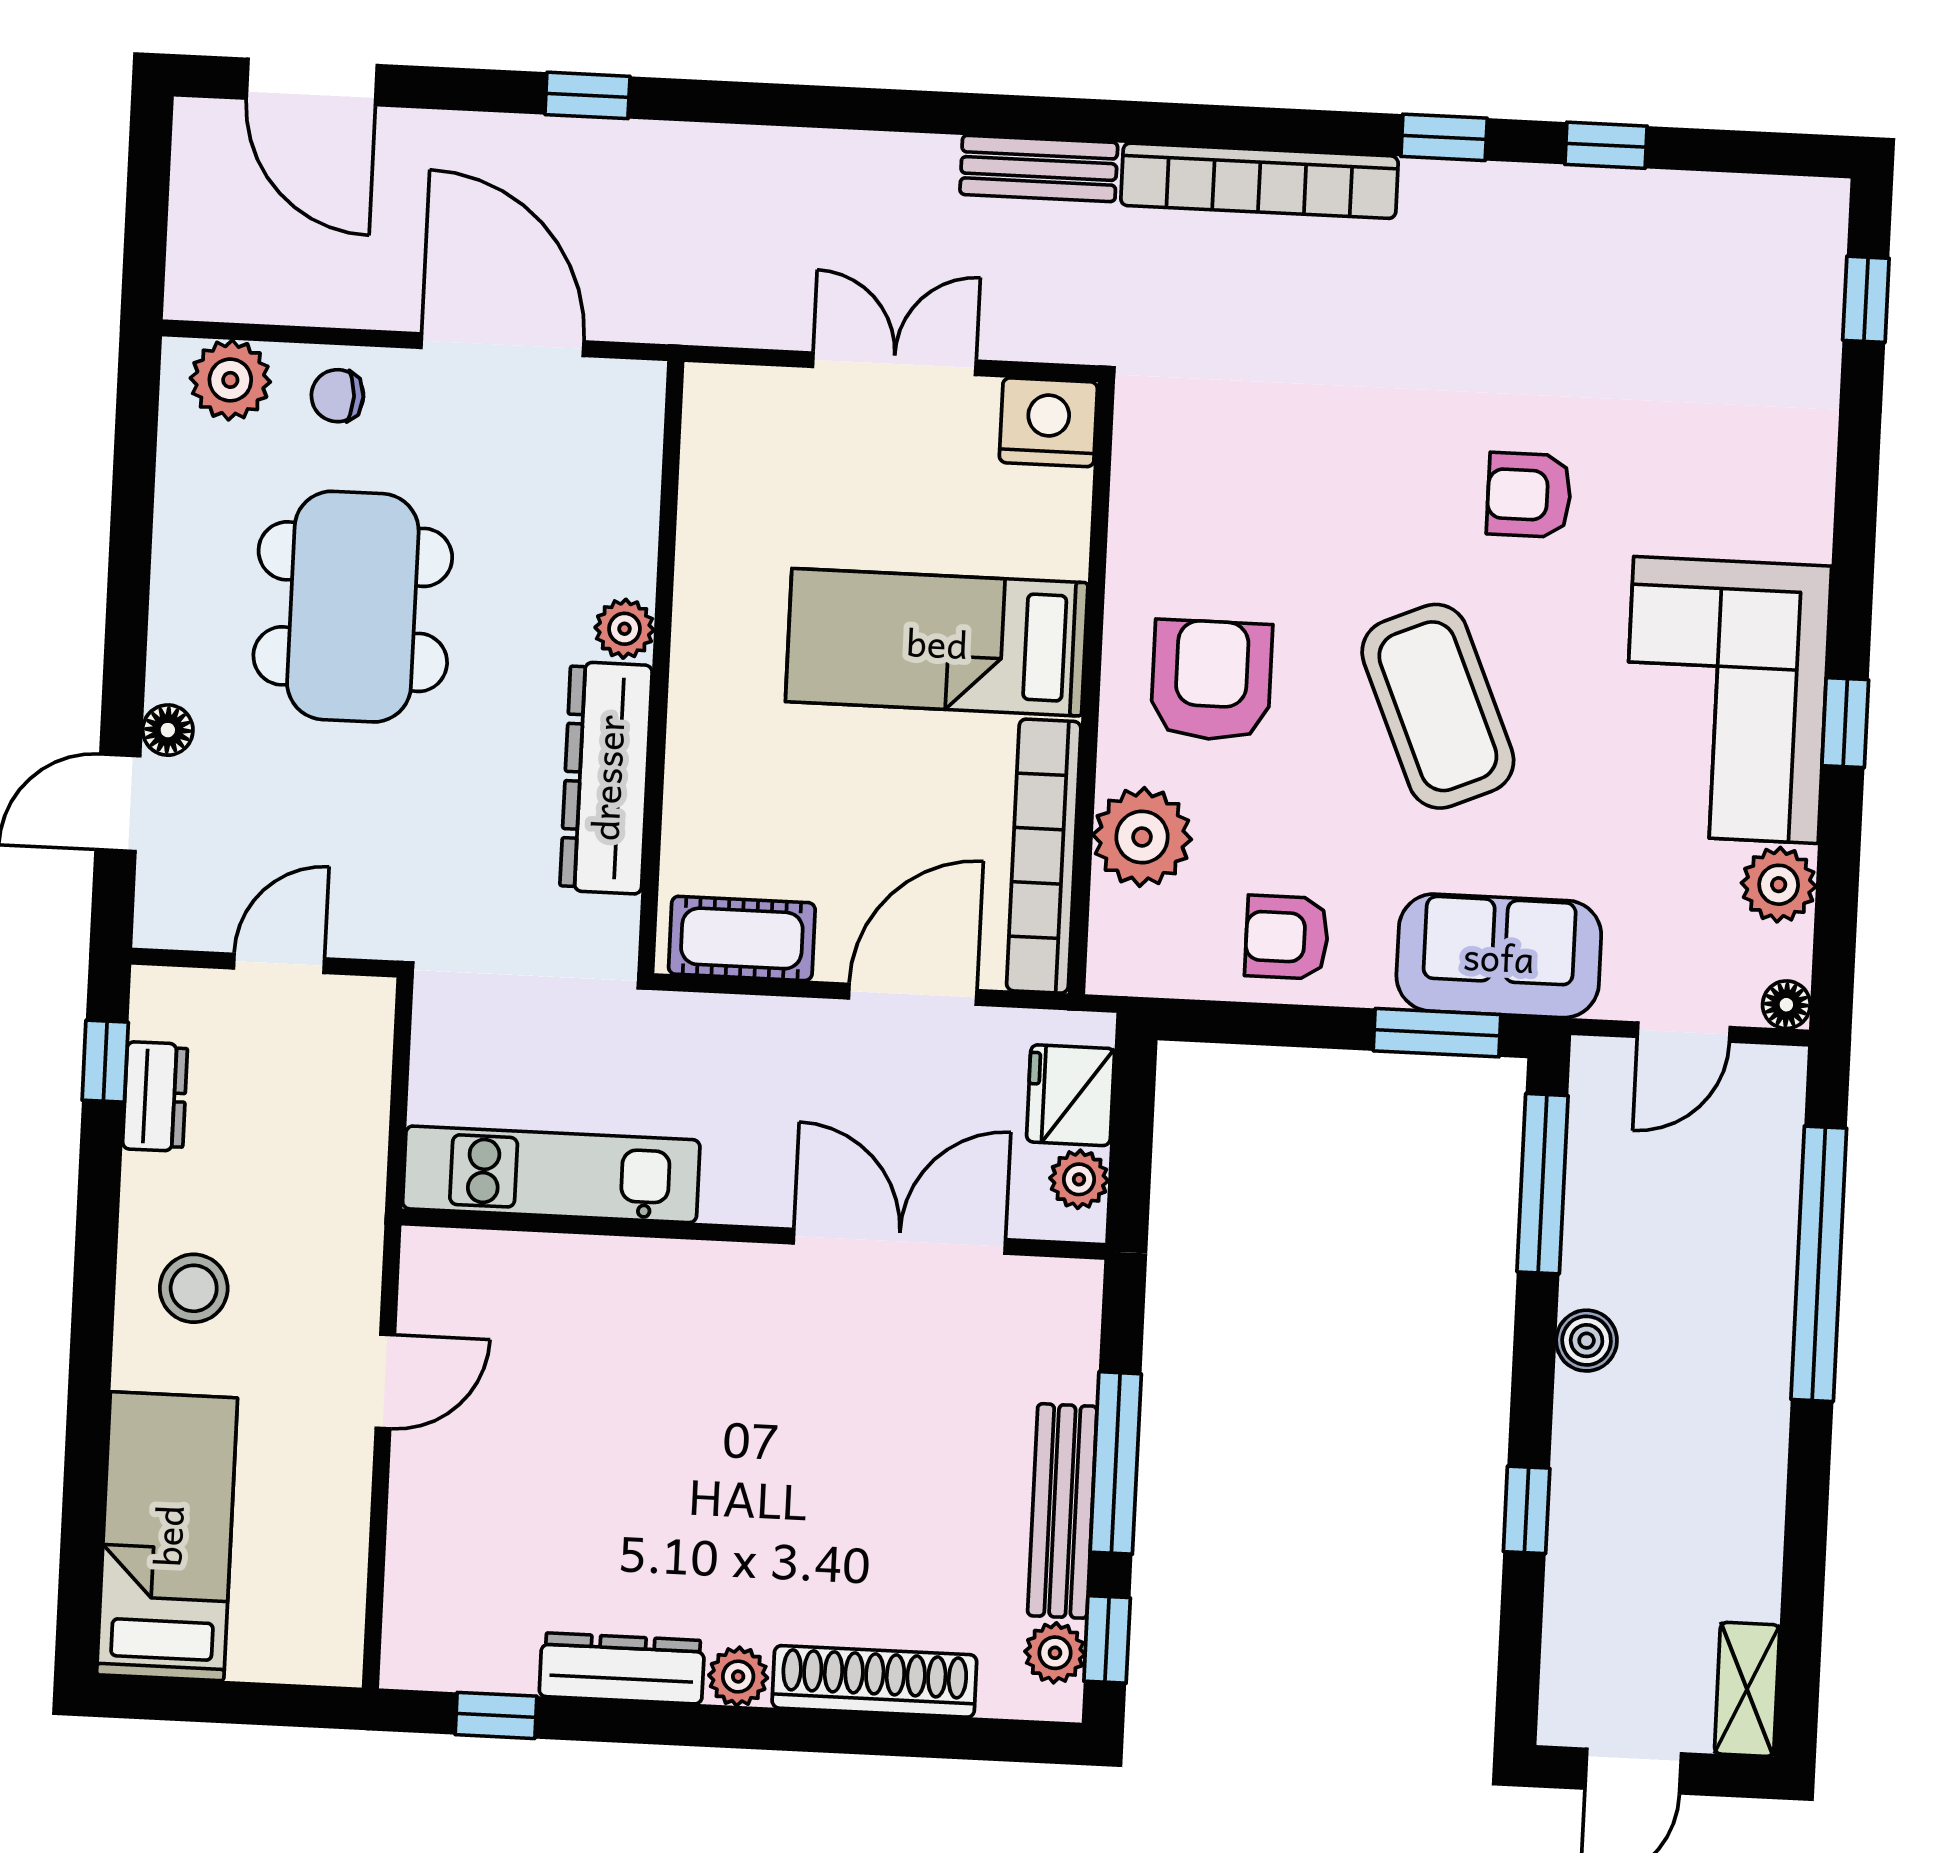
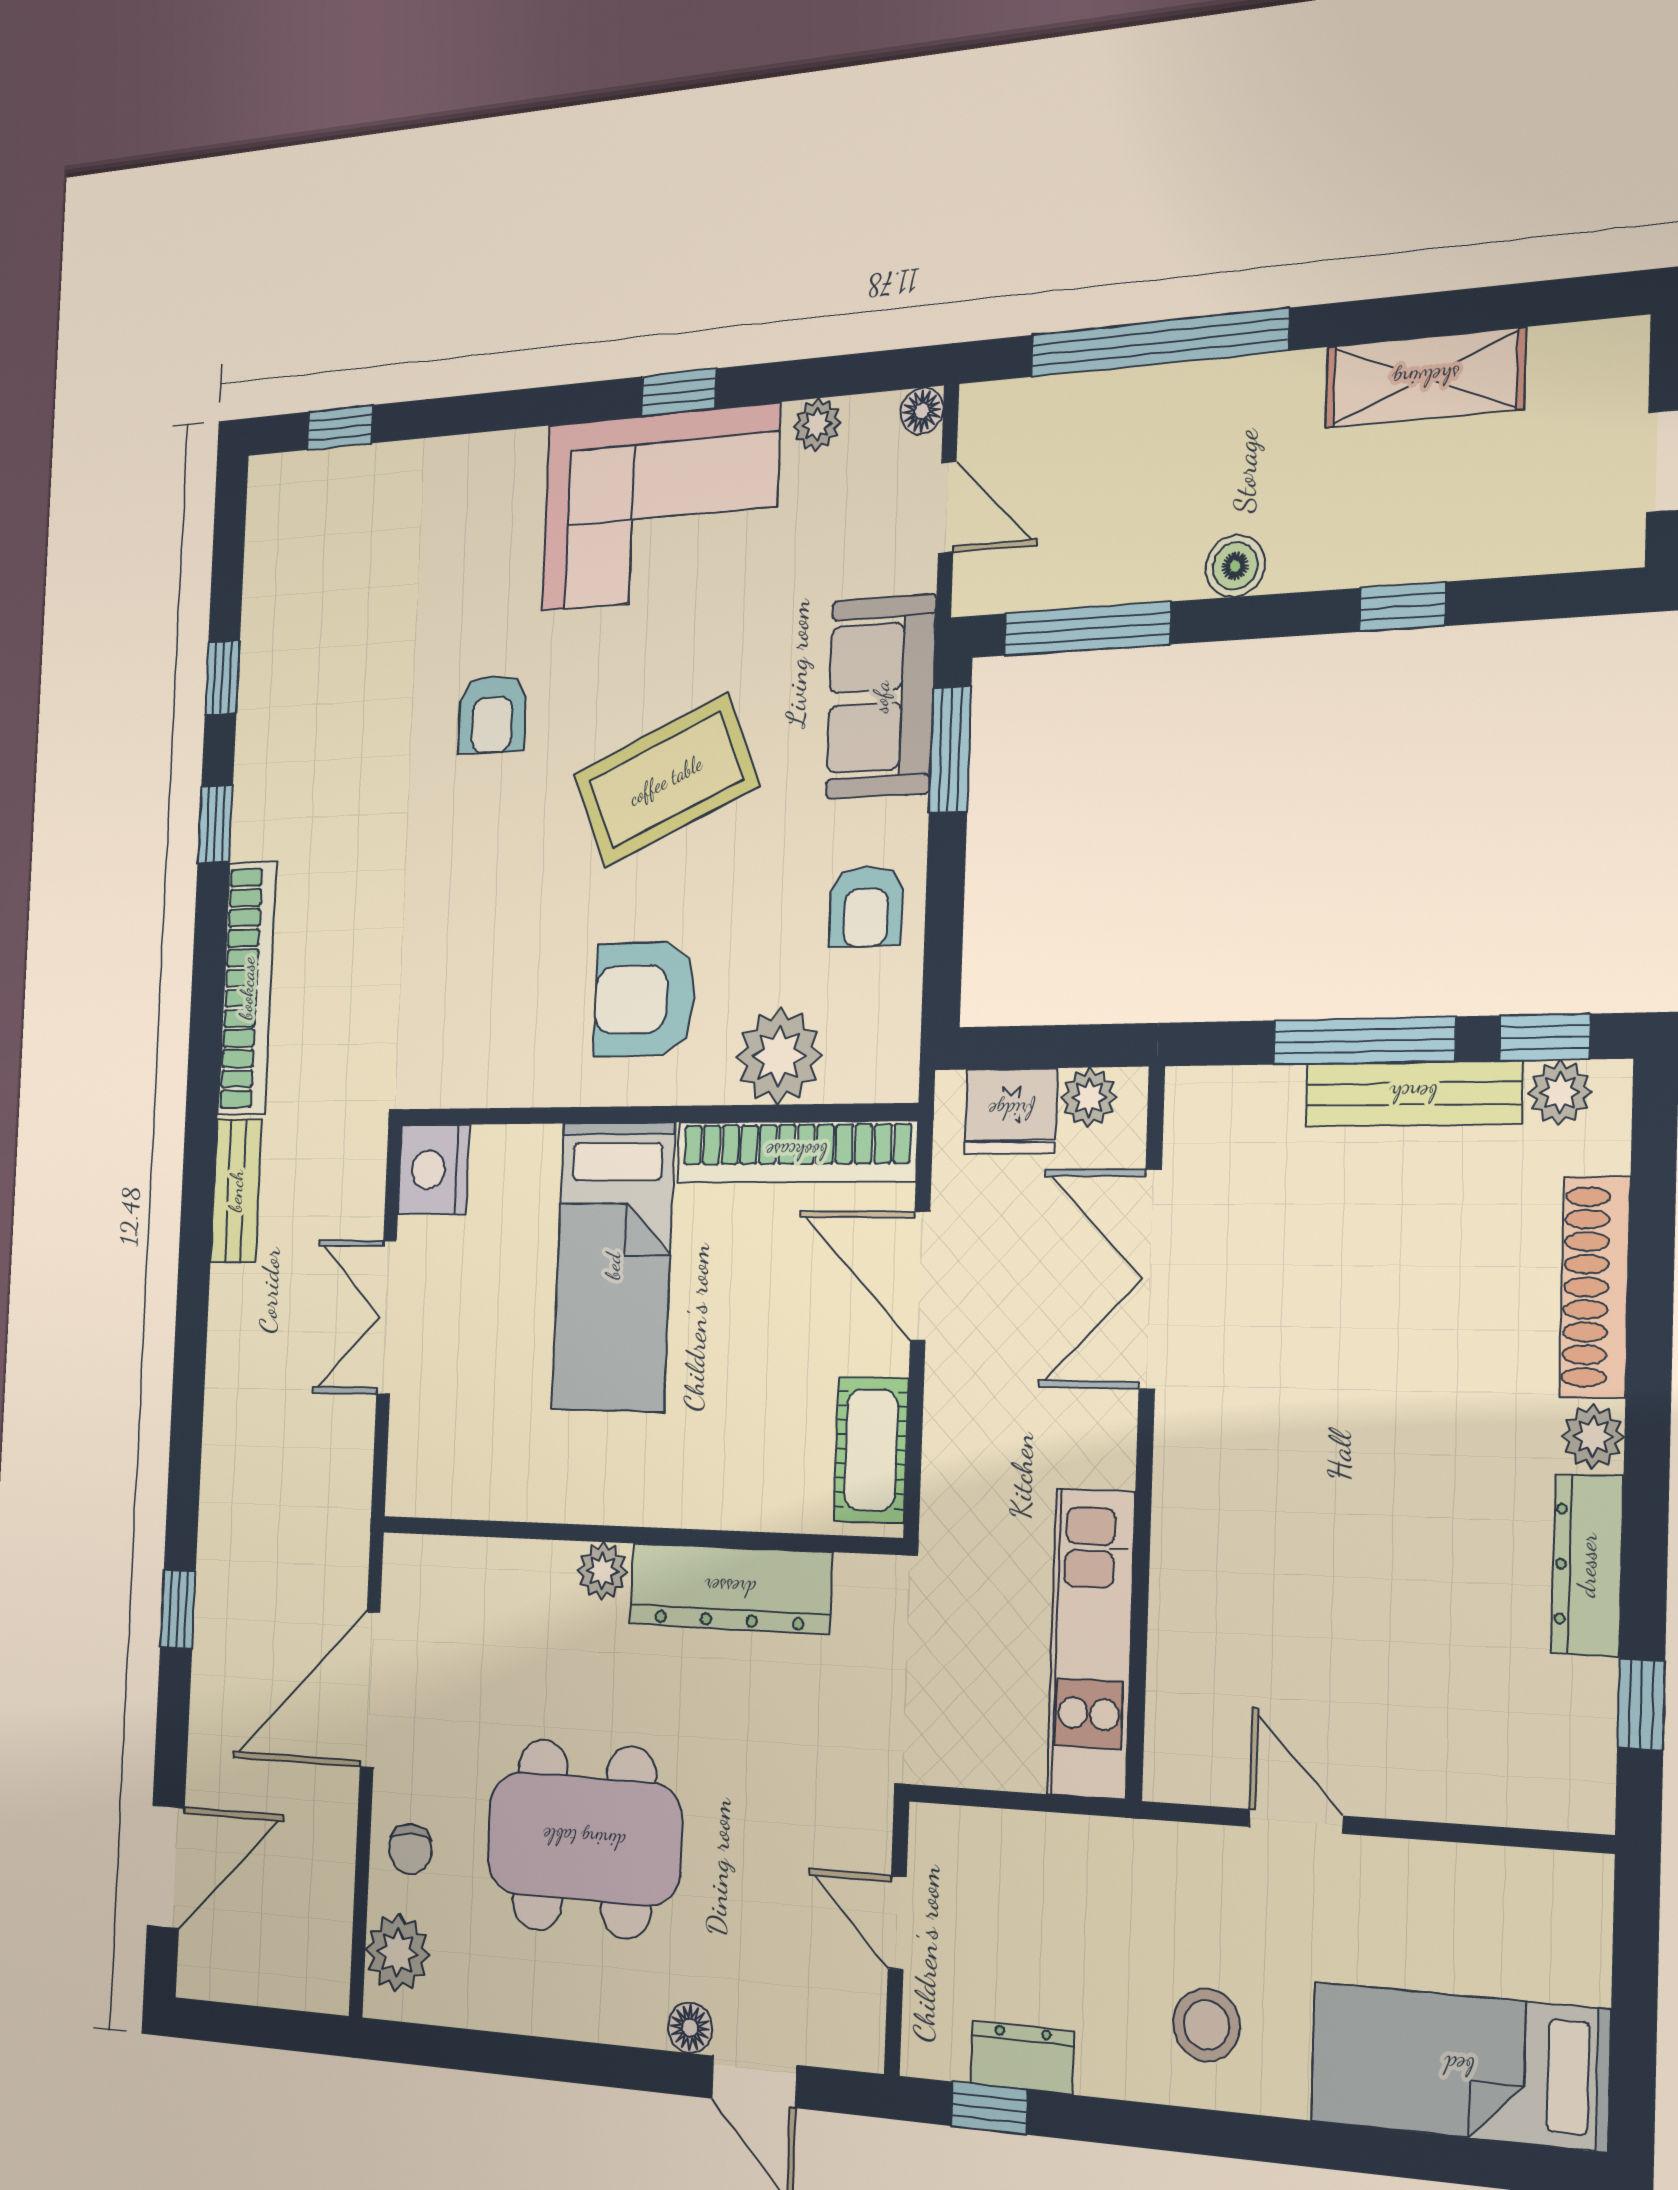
plant: (1779, 885) -> (817, 424), width x0.73, depth x0.73
shelving: (1747, 1689) -> (1425, 378), moved, width x1.50, depth x1.33

